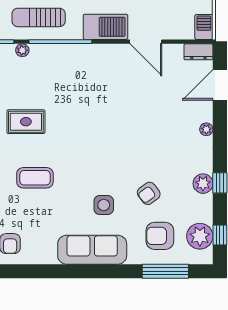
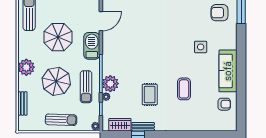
plant: (44, 57) -> (110, 84), added
armchair: (149, 193) -> (194, 19), removed
armchair: (160, 236) -> (219, 13), turned 90
sofa: (92, 250) -> (228, 71), moved

